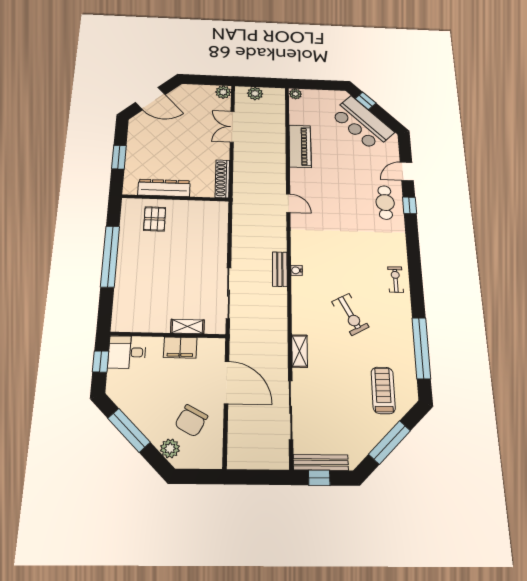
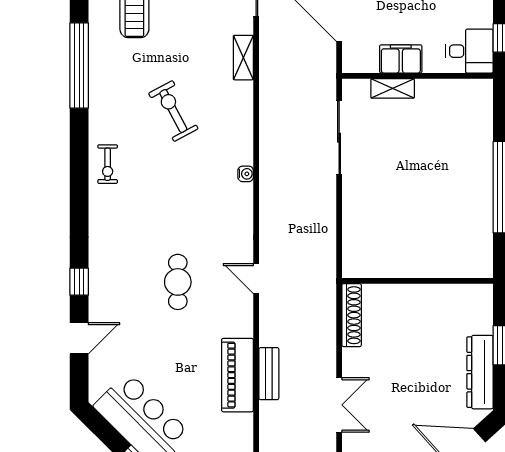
dresser: (164, 188) -> (480, 372), moved, turned 90
cafe table: (385, 203) -> (178, 282), moved
pallet: (155, 219) -> (445, 247), removed
bench: (280, 269) -> (269, 374), moved

